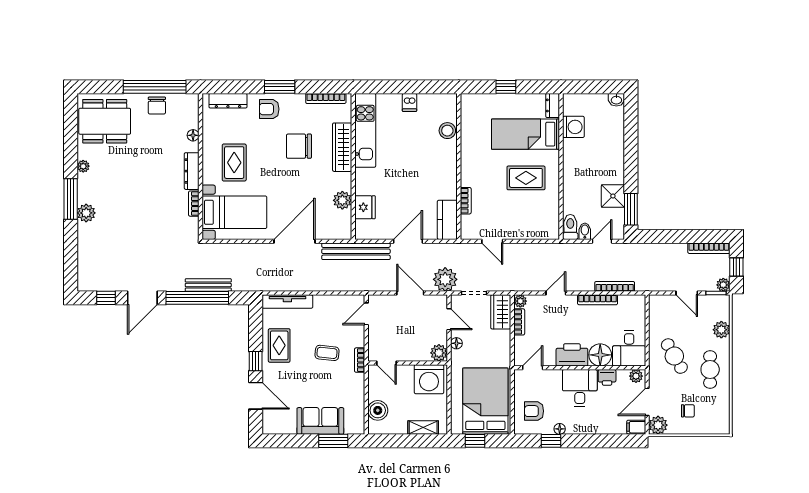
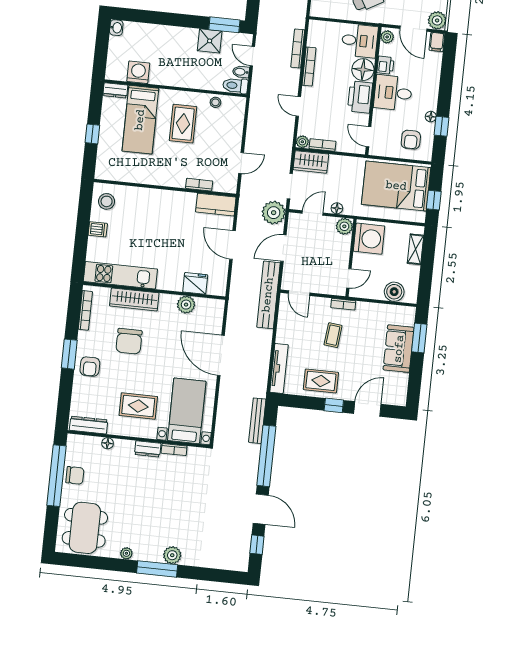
dresser: (228, 101) -> (89, 425), moved, turned -90
stool: (447, 131) -> (107, 201), moved
dresser: (192, 171) -> (148, 449), width x0.70
stool: (551, 209) -> (215, 102), added
bench: (356, 251) -> (268, 295), moved
bench: (208, 285) -> (257, 421), moved

